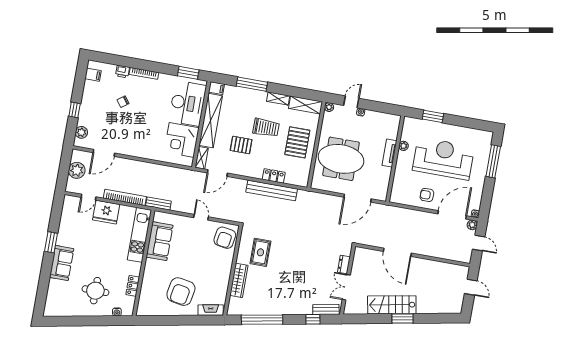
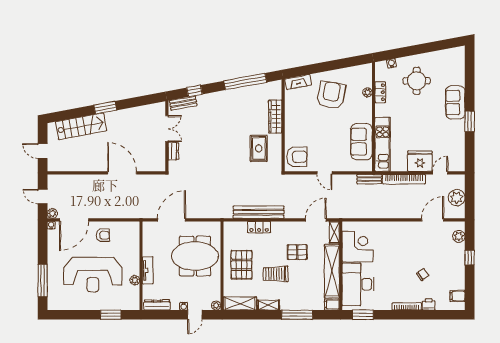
dresser: (386, 118) -> (157, 305), added
armchair: (225, 238) -> (297, 157), turned 81
plant: (145, 288) -> (368, 92), added
stairs: (392, 305) -> (81, 126), moved

